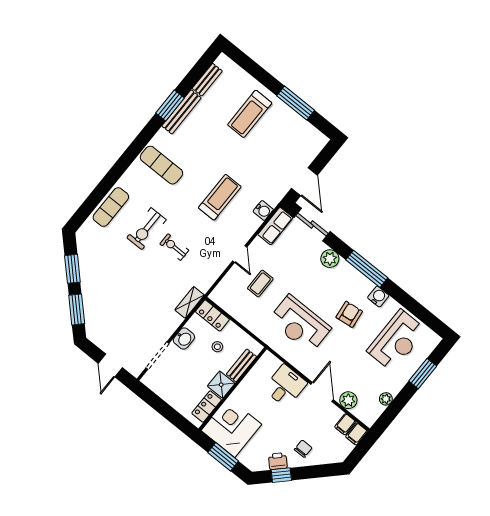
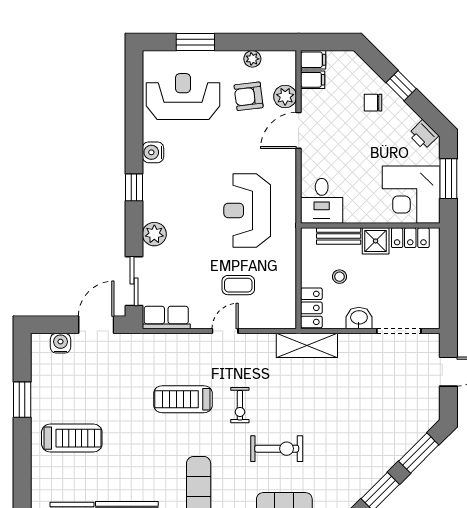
window: (296, 103) -> (22, 400), width x0.69
water cooler: (263, 210) -> (61, 343), moved
exercise bike: (174, 247) -> (240, 405), moved
window: (367, 269) -> (134, 187), width x0.46
shelving: (190, 302) -> (307, 345), width x1.50, depth x1.33
armchair: (349, 314) -> (249, 96), moved
reception desk: (300, 324) -> (247, 210), turned 180
desk: (285, 386) -> (322, 201), moved, turned -90
printer: (278, 461) -> (423, 135), moved
window: (281, 475) -> (401, 86), moved

